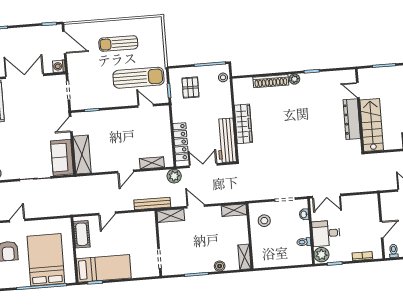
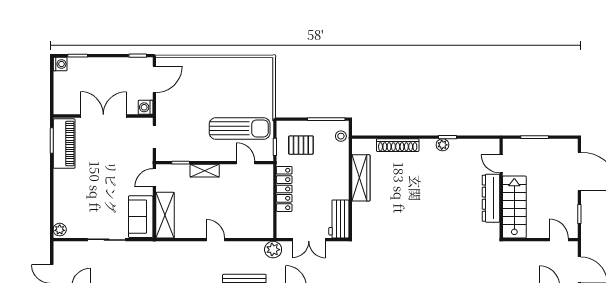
door: (64, 42) -> (154, 79), hinge flipped
sun lounger: (118, 44) -> (219, 86), removed
plant: (294, 79) -> (442, 145), moved
pallet: (190, 87) -> (301, 145), turned 90
wardrobe: (243, 124) -> (361, 178), moved
workbench: (226, 140) -> (339, 219), width x0.73
locker: (181, 142) -> (284, 189), moved
shelving: (152, 163) -> (205, 171), moved
double door: (203, 165) -> (309, 240), swing flipped
door: (126, 172) -> (215, 240), swing flipped

